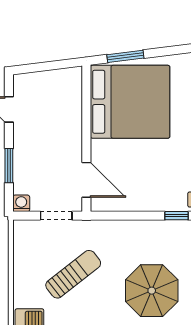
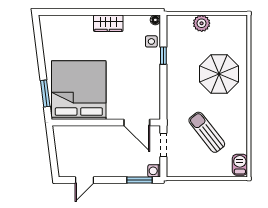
window: (9, 166) -> (140, 180), moved
door: (86, 180) -> (137, 122), swing flipped

